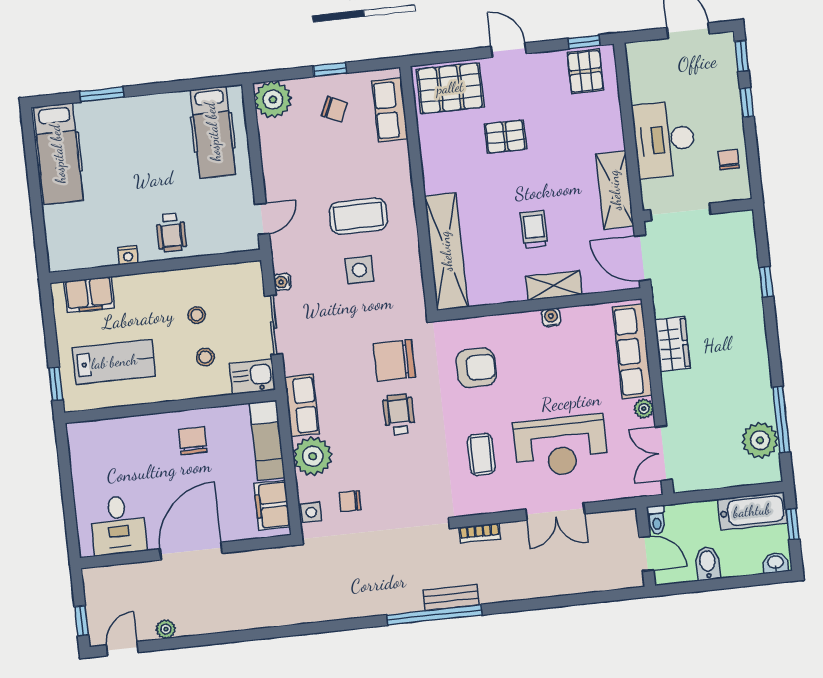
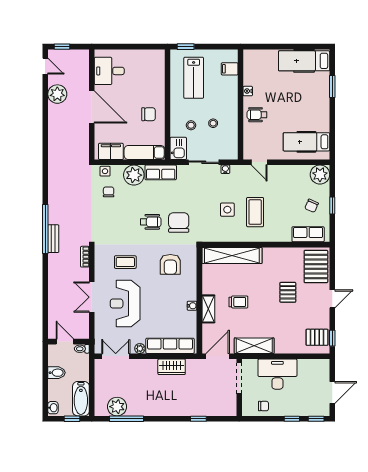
filing cabinet: (89, 295) -> (230, 69), width x0.50
door: (646, 554) -> (65, 342), swing flipped
plant: (166, 629) -> (57, 94), width x1.88, depth x1.88

